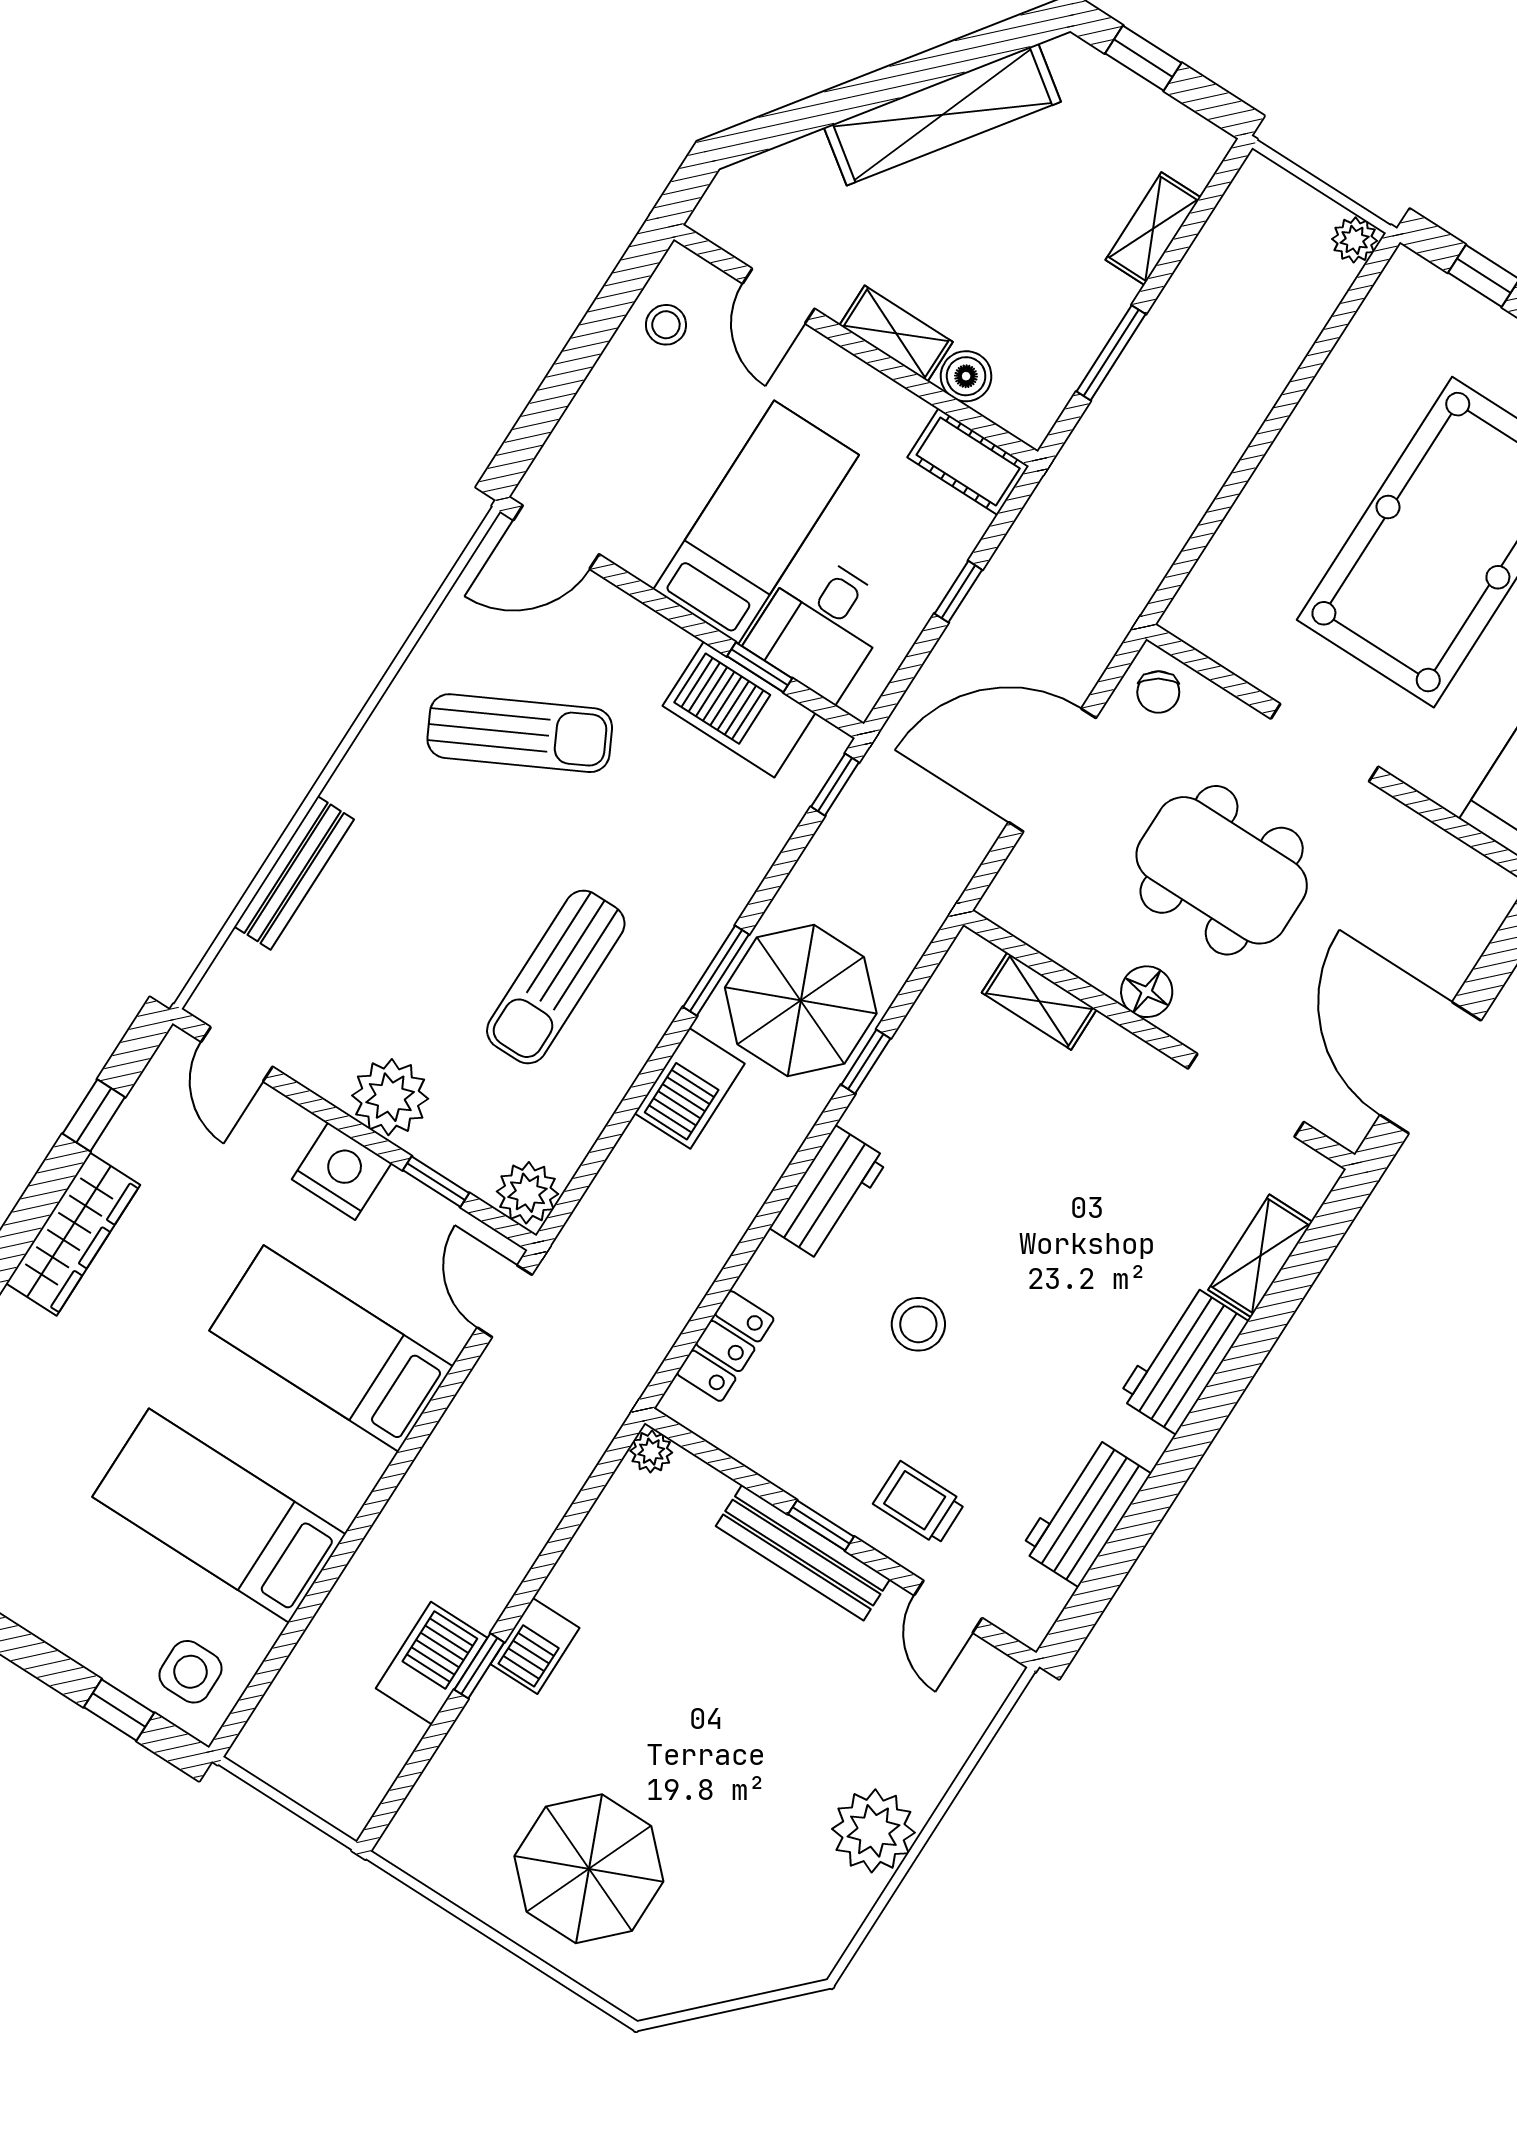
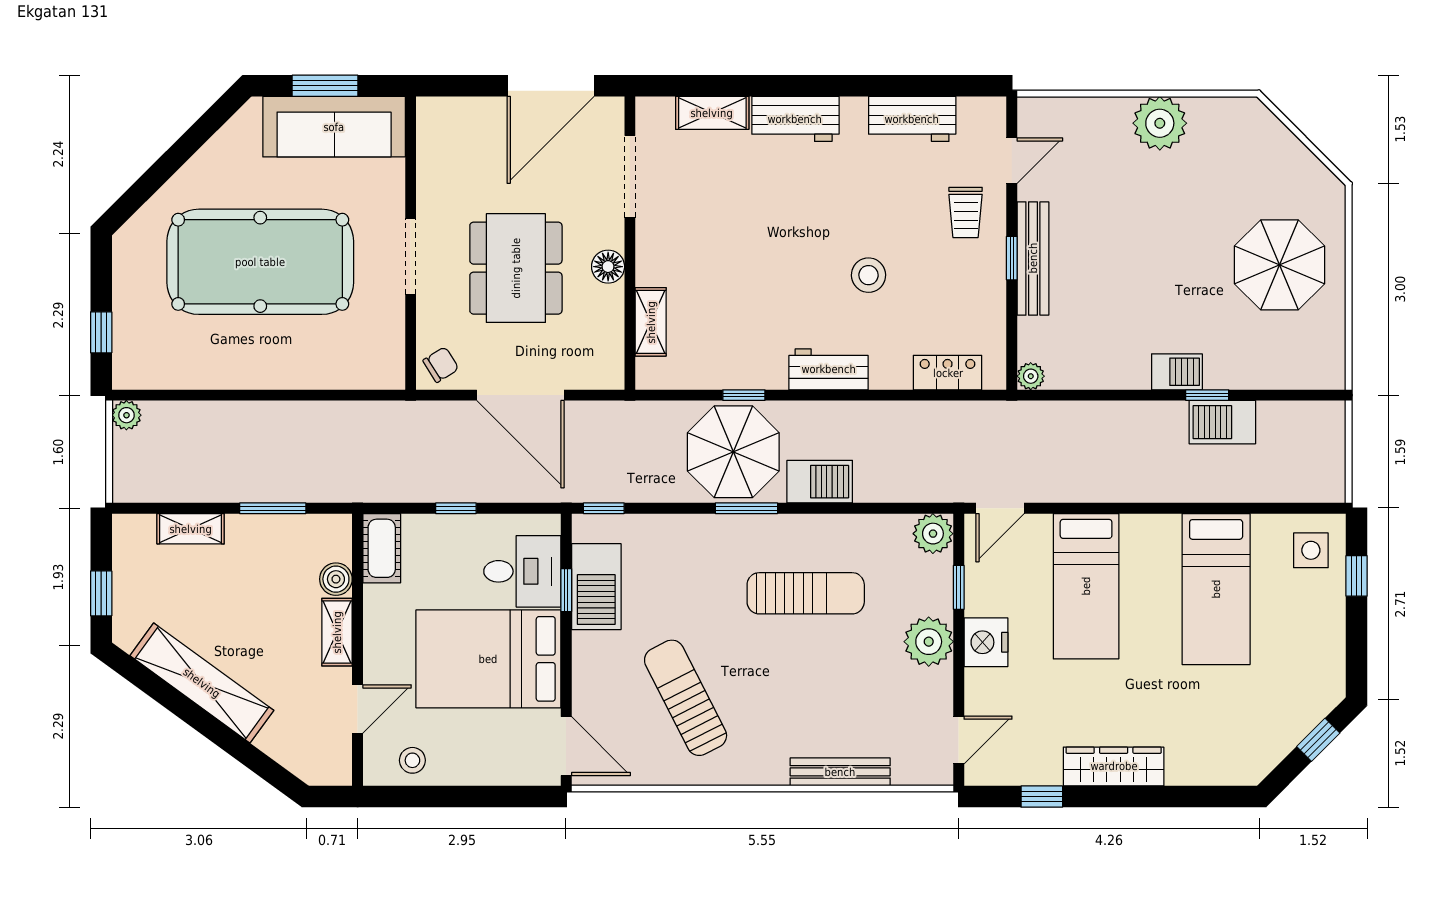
bed: (756, 522) -> (488, 659), width x1.50

